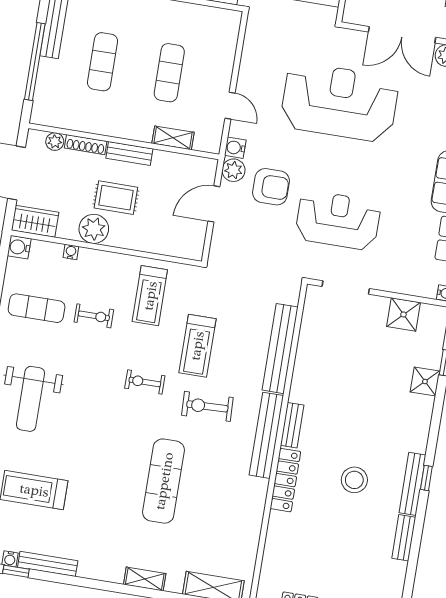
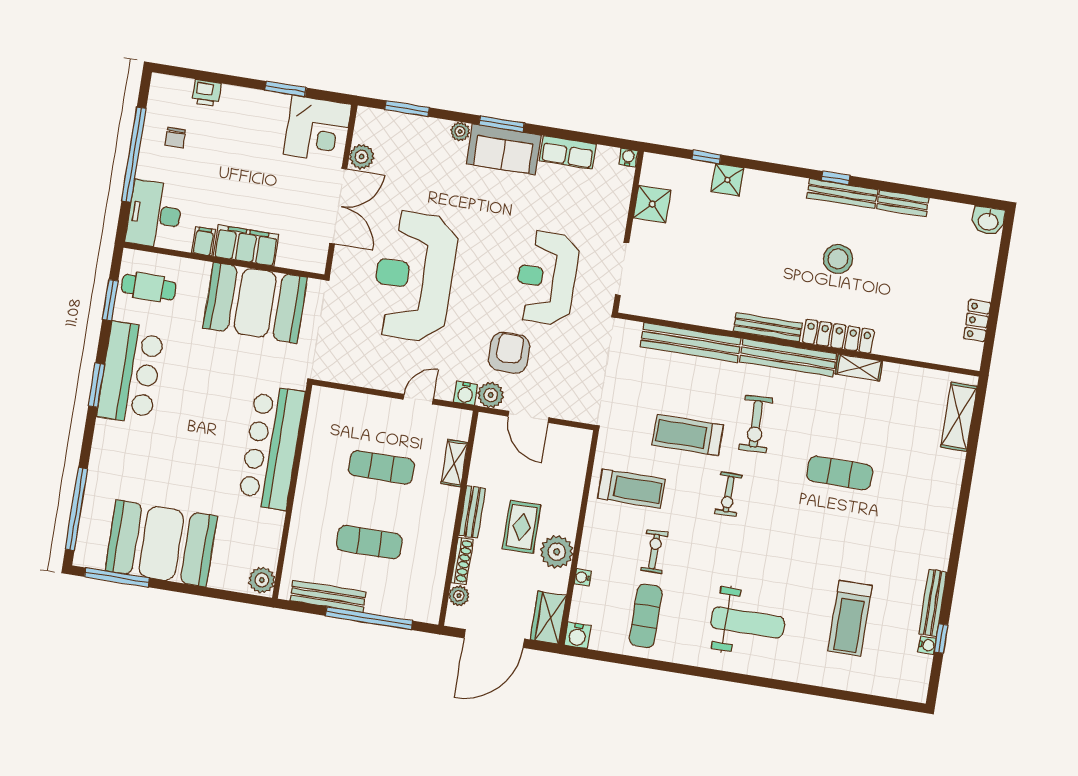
treadmill: (197, 346) -> (688, 435), turned 180
bench: (292, 425) -> (768, 327), width x1.36
exercise mat: (164, 481) -> (840, 473), width x0.73, depth x0.69
shelving: (145, 579) -> (859, 367), moved, turned 90

